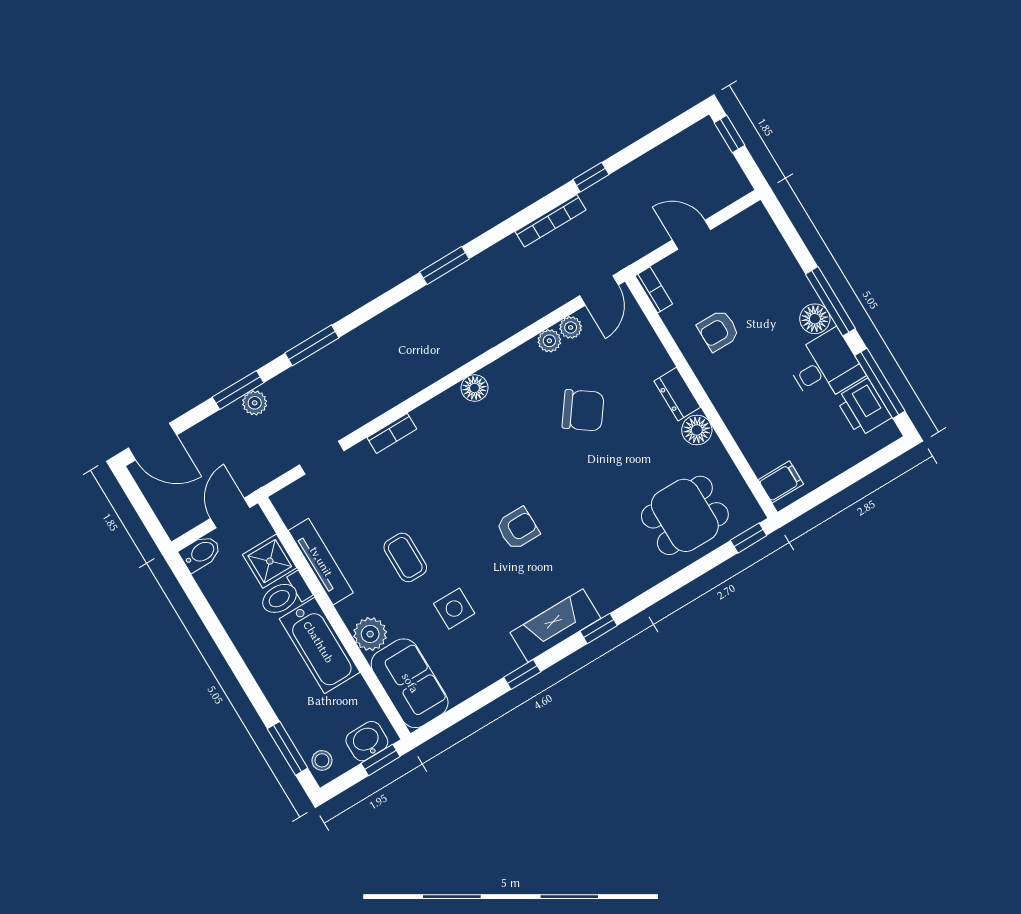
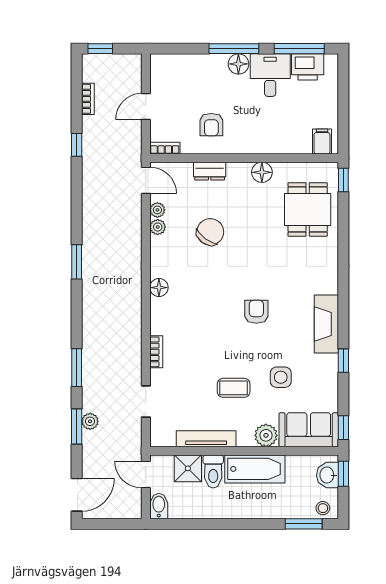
bookcase: (551, 221) -> (88, 99), moved, width x0.64
dresser: (677, 394) -> (210, 171), moved
window: (599, 628) -> (343, 428), moved

